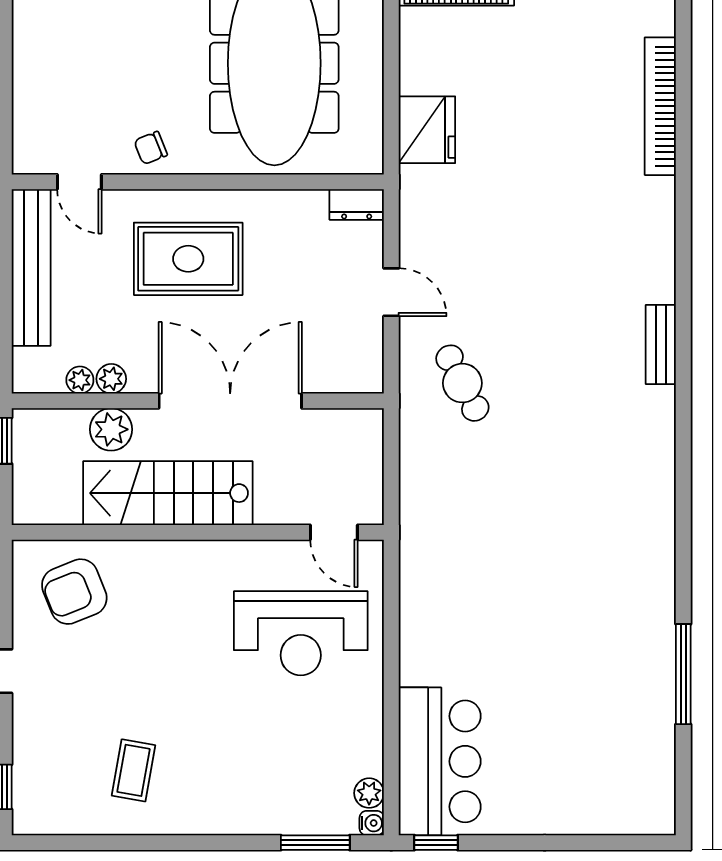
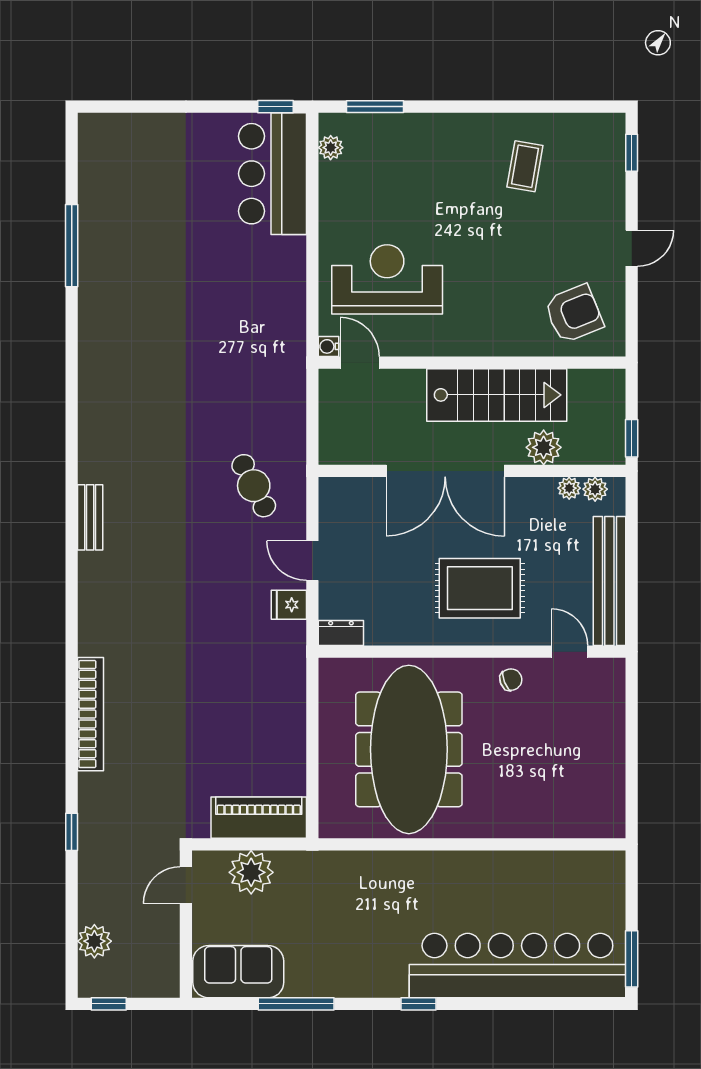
fridge: (427, 130) -> (289, 605), moved, width x0.53, depth x0.75
plant: (111, 379) -> (595, 489), moved
water cooler: (372, 823) -> (329, 346), moved

